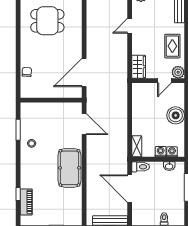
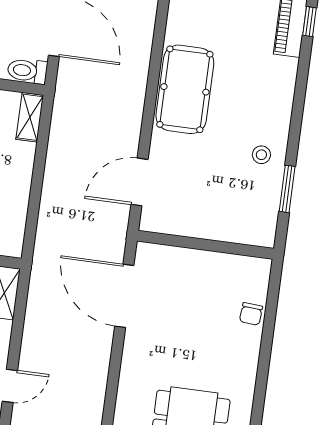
door: (84, 73) -> (124, 296), swing flipped
door: (84, 124) -> (139, 182), hinge flipped
window: (18, 194) -> (309, 22), moved

